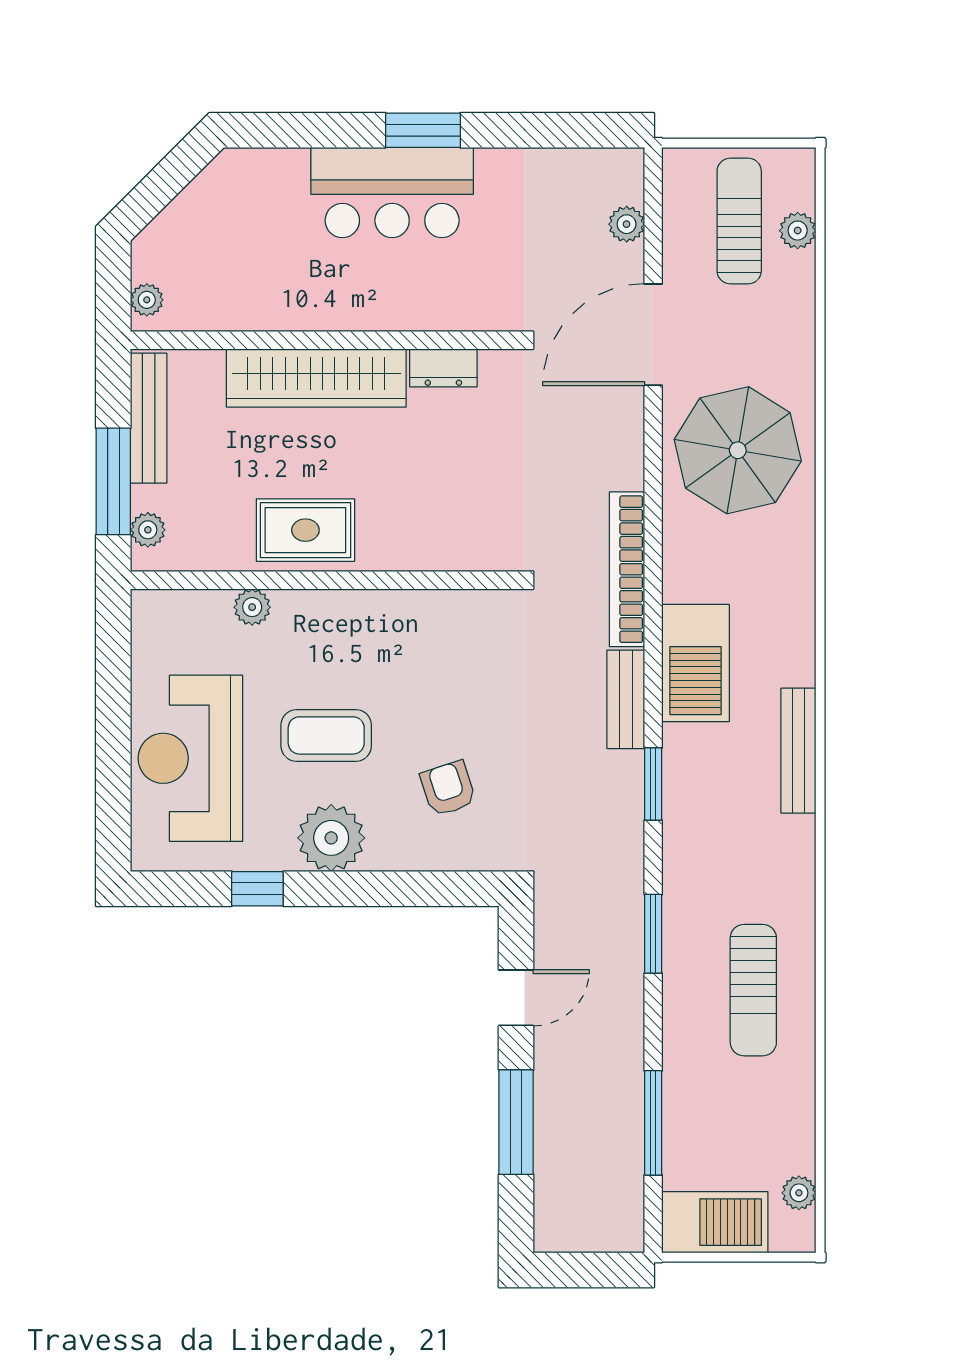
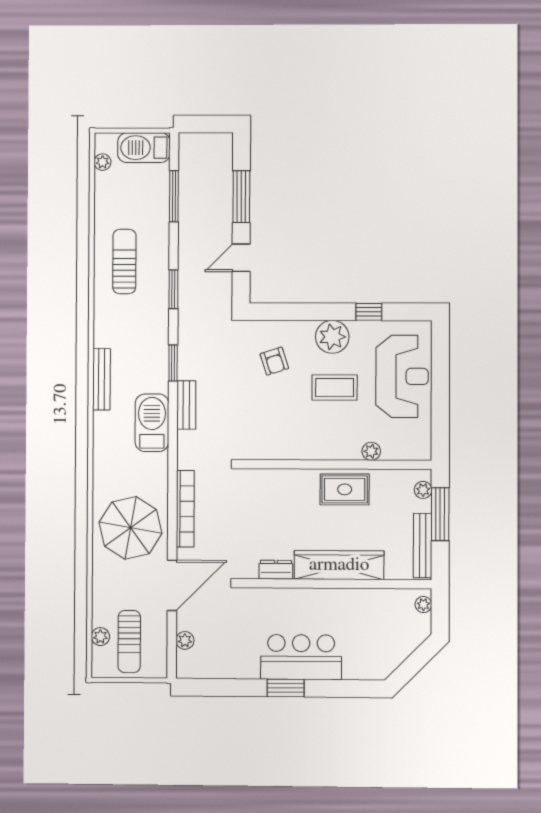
bookcase: (627, 569) -> (185, 509), moved

